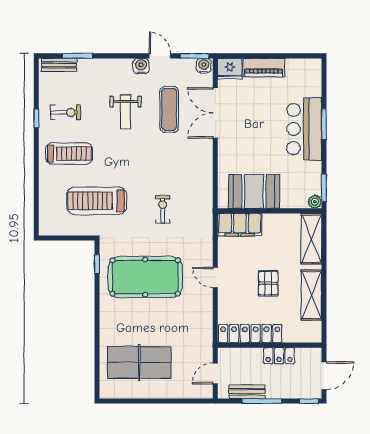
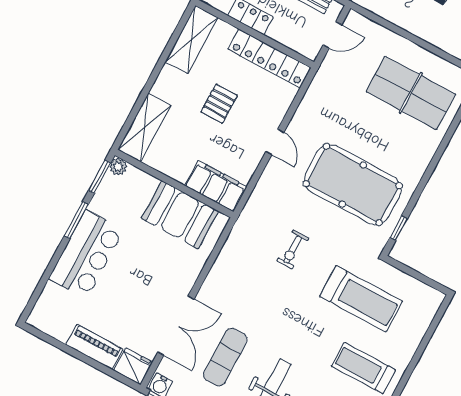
window: (324, 124) -> (76, 220), moved
shelving: (311, 295) -> (191, 40), moved

